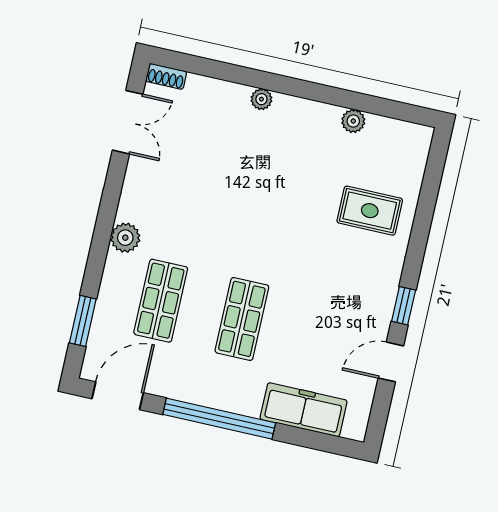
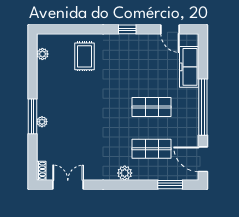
window: (276, 83) -> (32, 116), added
plant: (353, 121) -> (42, 54), moved
door: (391, 362) -> (170, 29), moved

